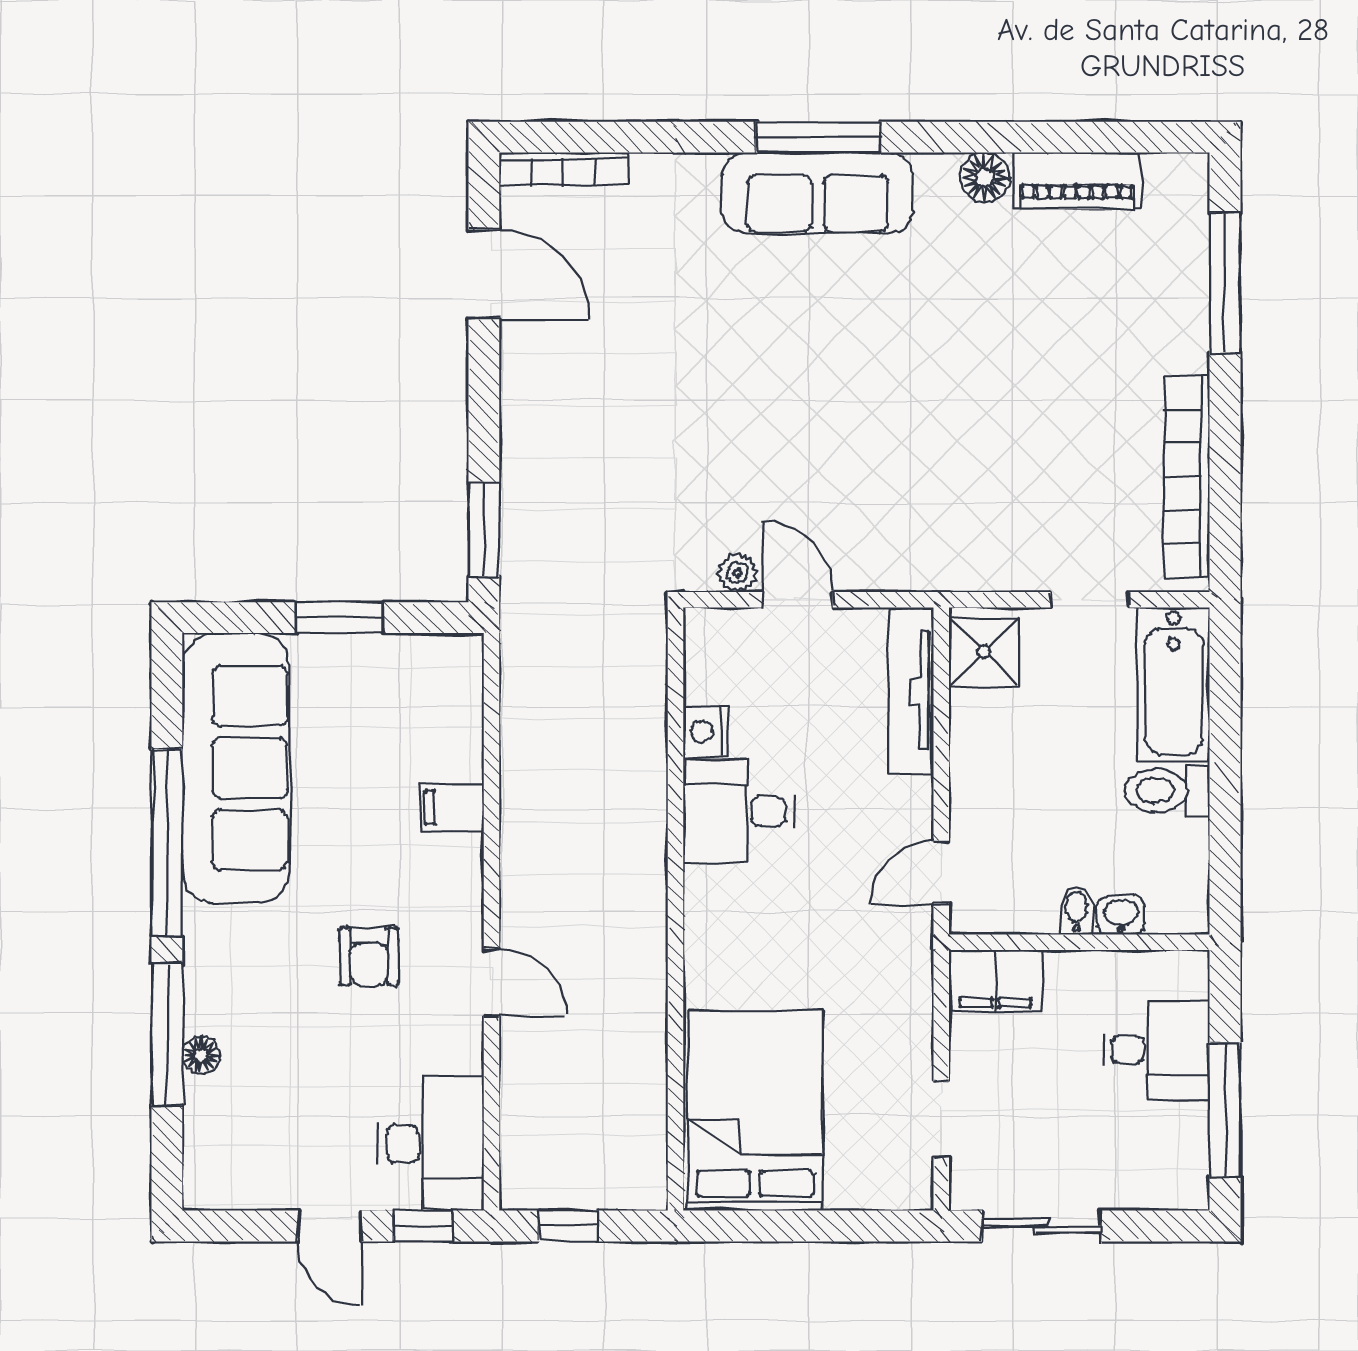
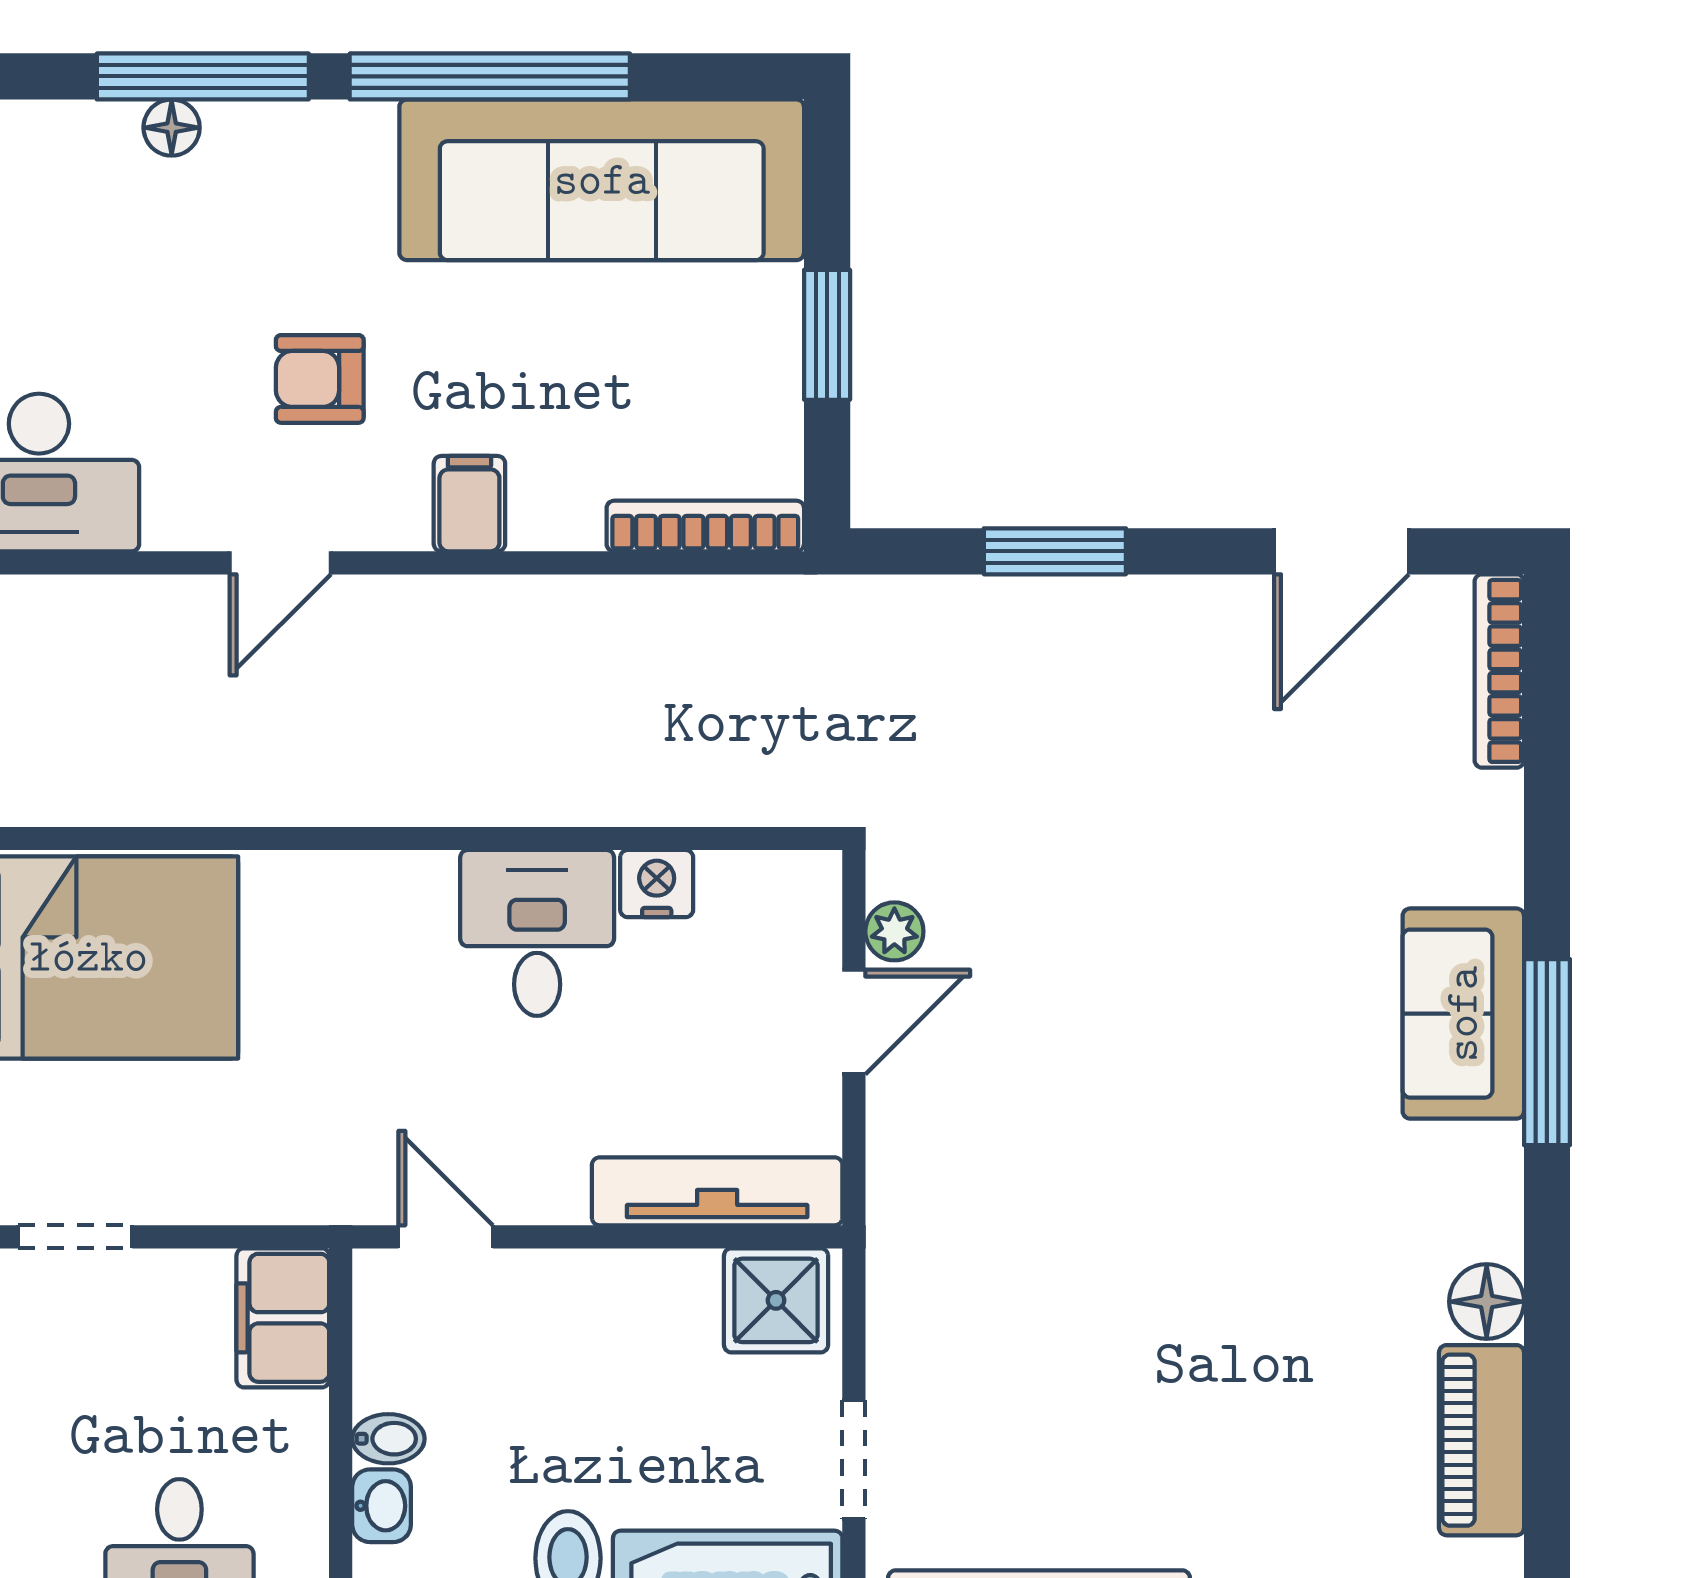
sofa: (818, 193) -> (1463, 1014), width x0.73
window: (484, 530) -> (1055, 551), moved
bookcase: (467, 699) -> (705, 526), added
filing cabinet: (452, 808) -> (469, 504), moved

